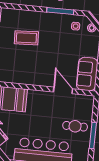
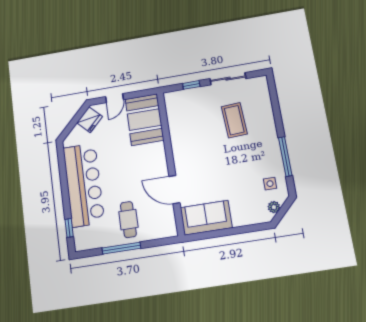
door: (63, 90) -> (174, 190), swing flipped

